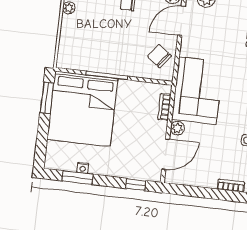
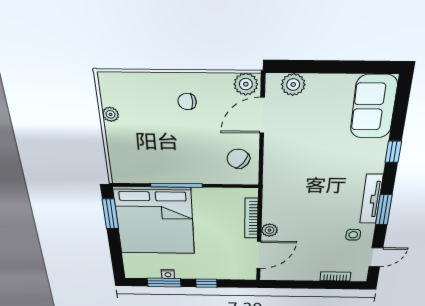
corner sofa: (198, 91) -> (290, 191), removed
bookcase: (164, 107) -> (251, 218), width x1.56
window: (136, 185) -> (206, 283), moved

